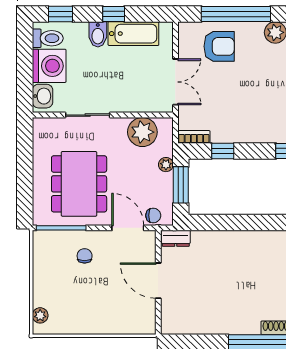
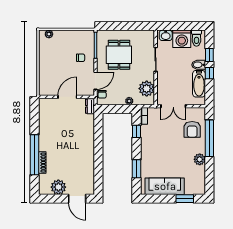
window: (60, 14) -> (209, 55), moved
dining table: (79, 184) -> (119, 55), width x0.73
window: (181, 185) -> (118, 109), removed

